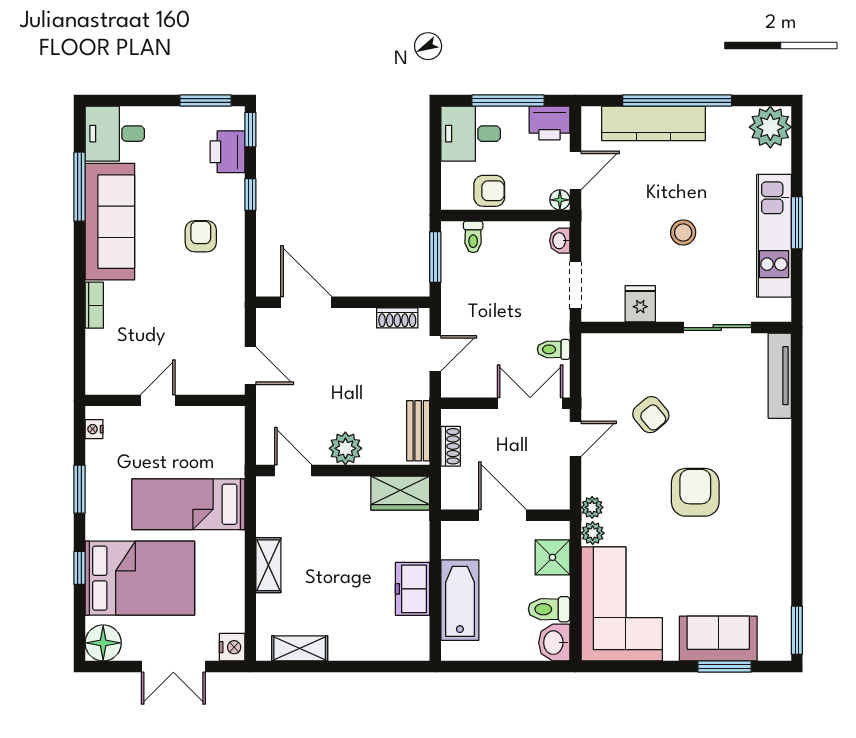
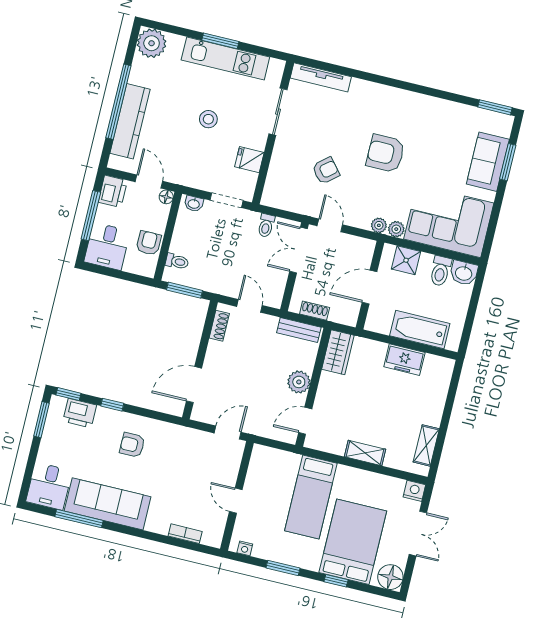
bookcase: (94, 305) -> (185, 534), moved

